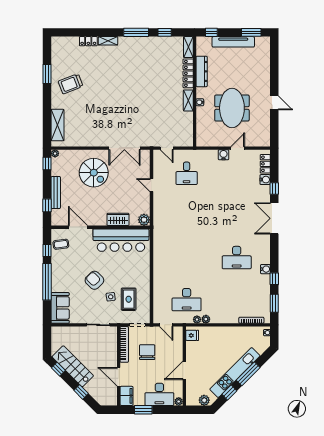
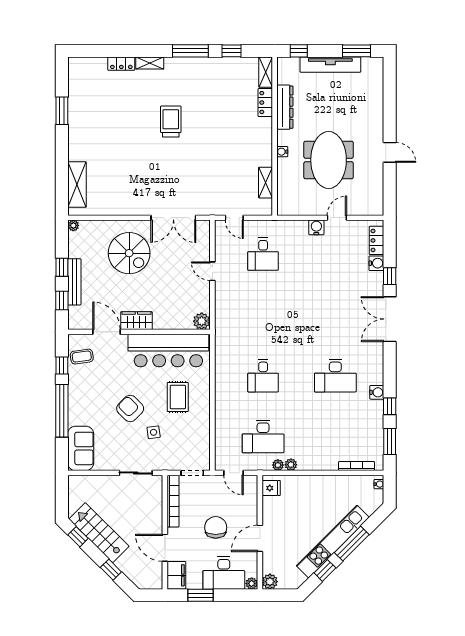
locker: (188, 73) -> (265, 103), width x0.66
trolley: (71, 84) -> (171, 121), moved, turned 111
shelving: (188, 101) -> (266, 183), moved
window: (47, 164) -> (62, 267), moved
wardrobe: (118, 219) -> (136, 321), moved
desk: (187, 258) -> (263, 376), added
rug: (129, 299) -> (178, 397), moved
chair: (147, 352) -> (216, 527), moved
plant: (204, 400) -> (270, 582), moved

